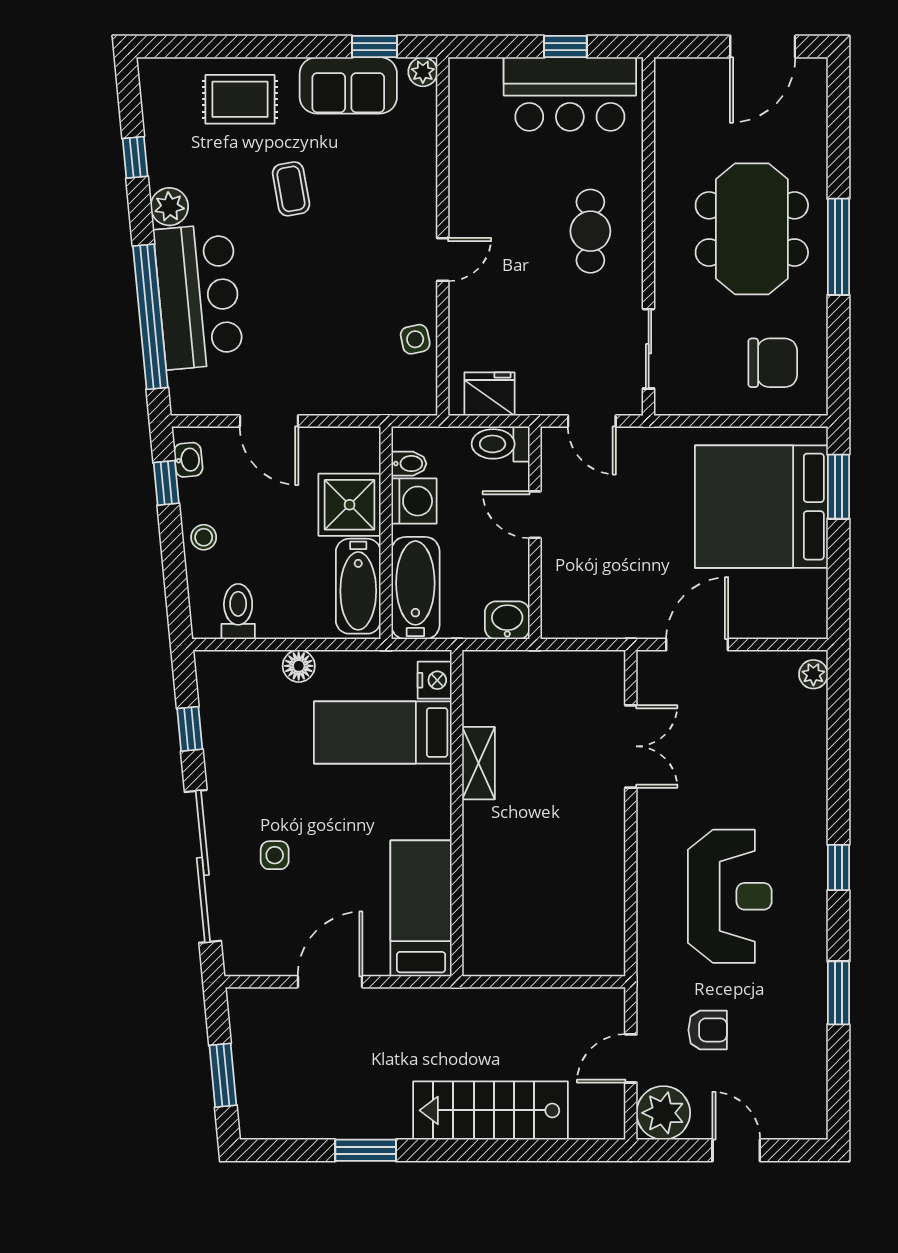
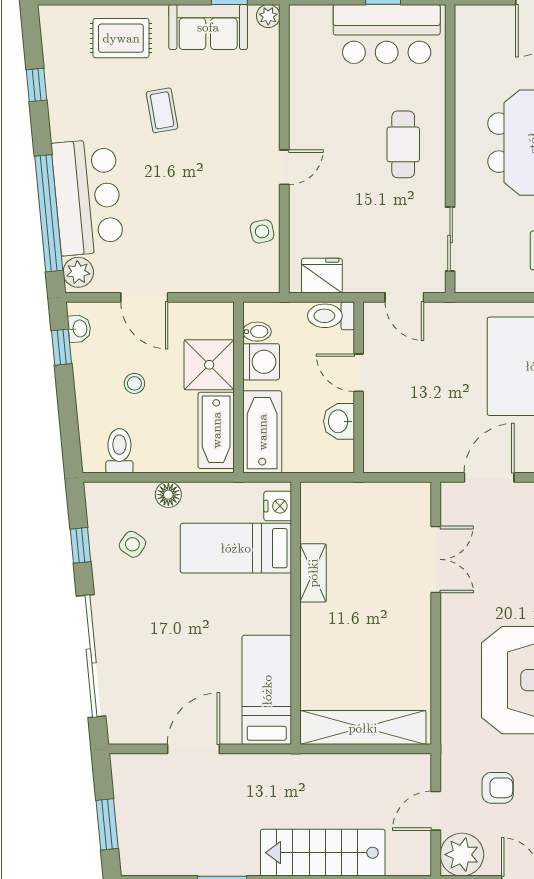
plant: (169, 207) -> (78, 272), moved
stool: (204, 537) -> (134, 383), moved
washbasin: (507, 620) -> (339, 421), moved, turned -90
side table: (275, 855) -> (132, 544), moved, turned 34
shelving: (540, 955) -> (363, 728), added

